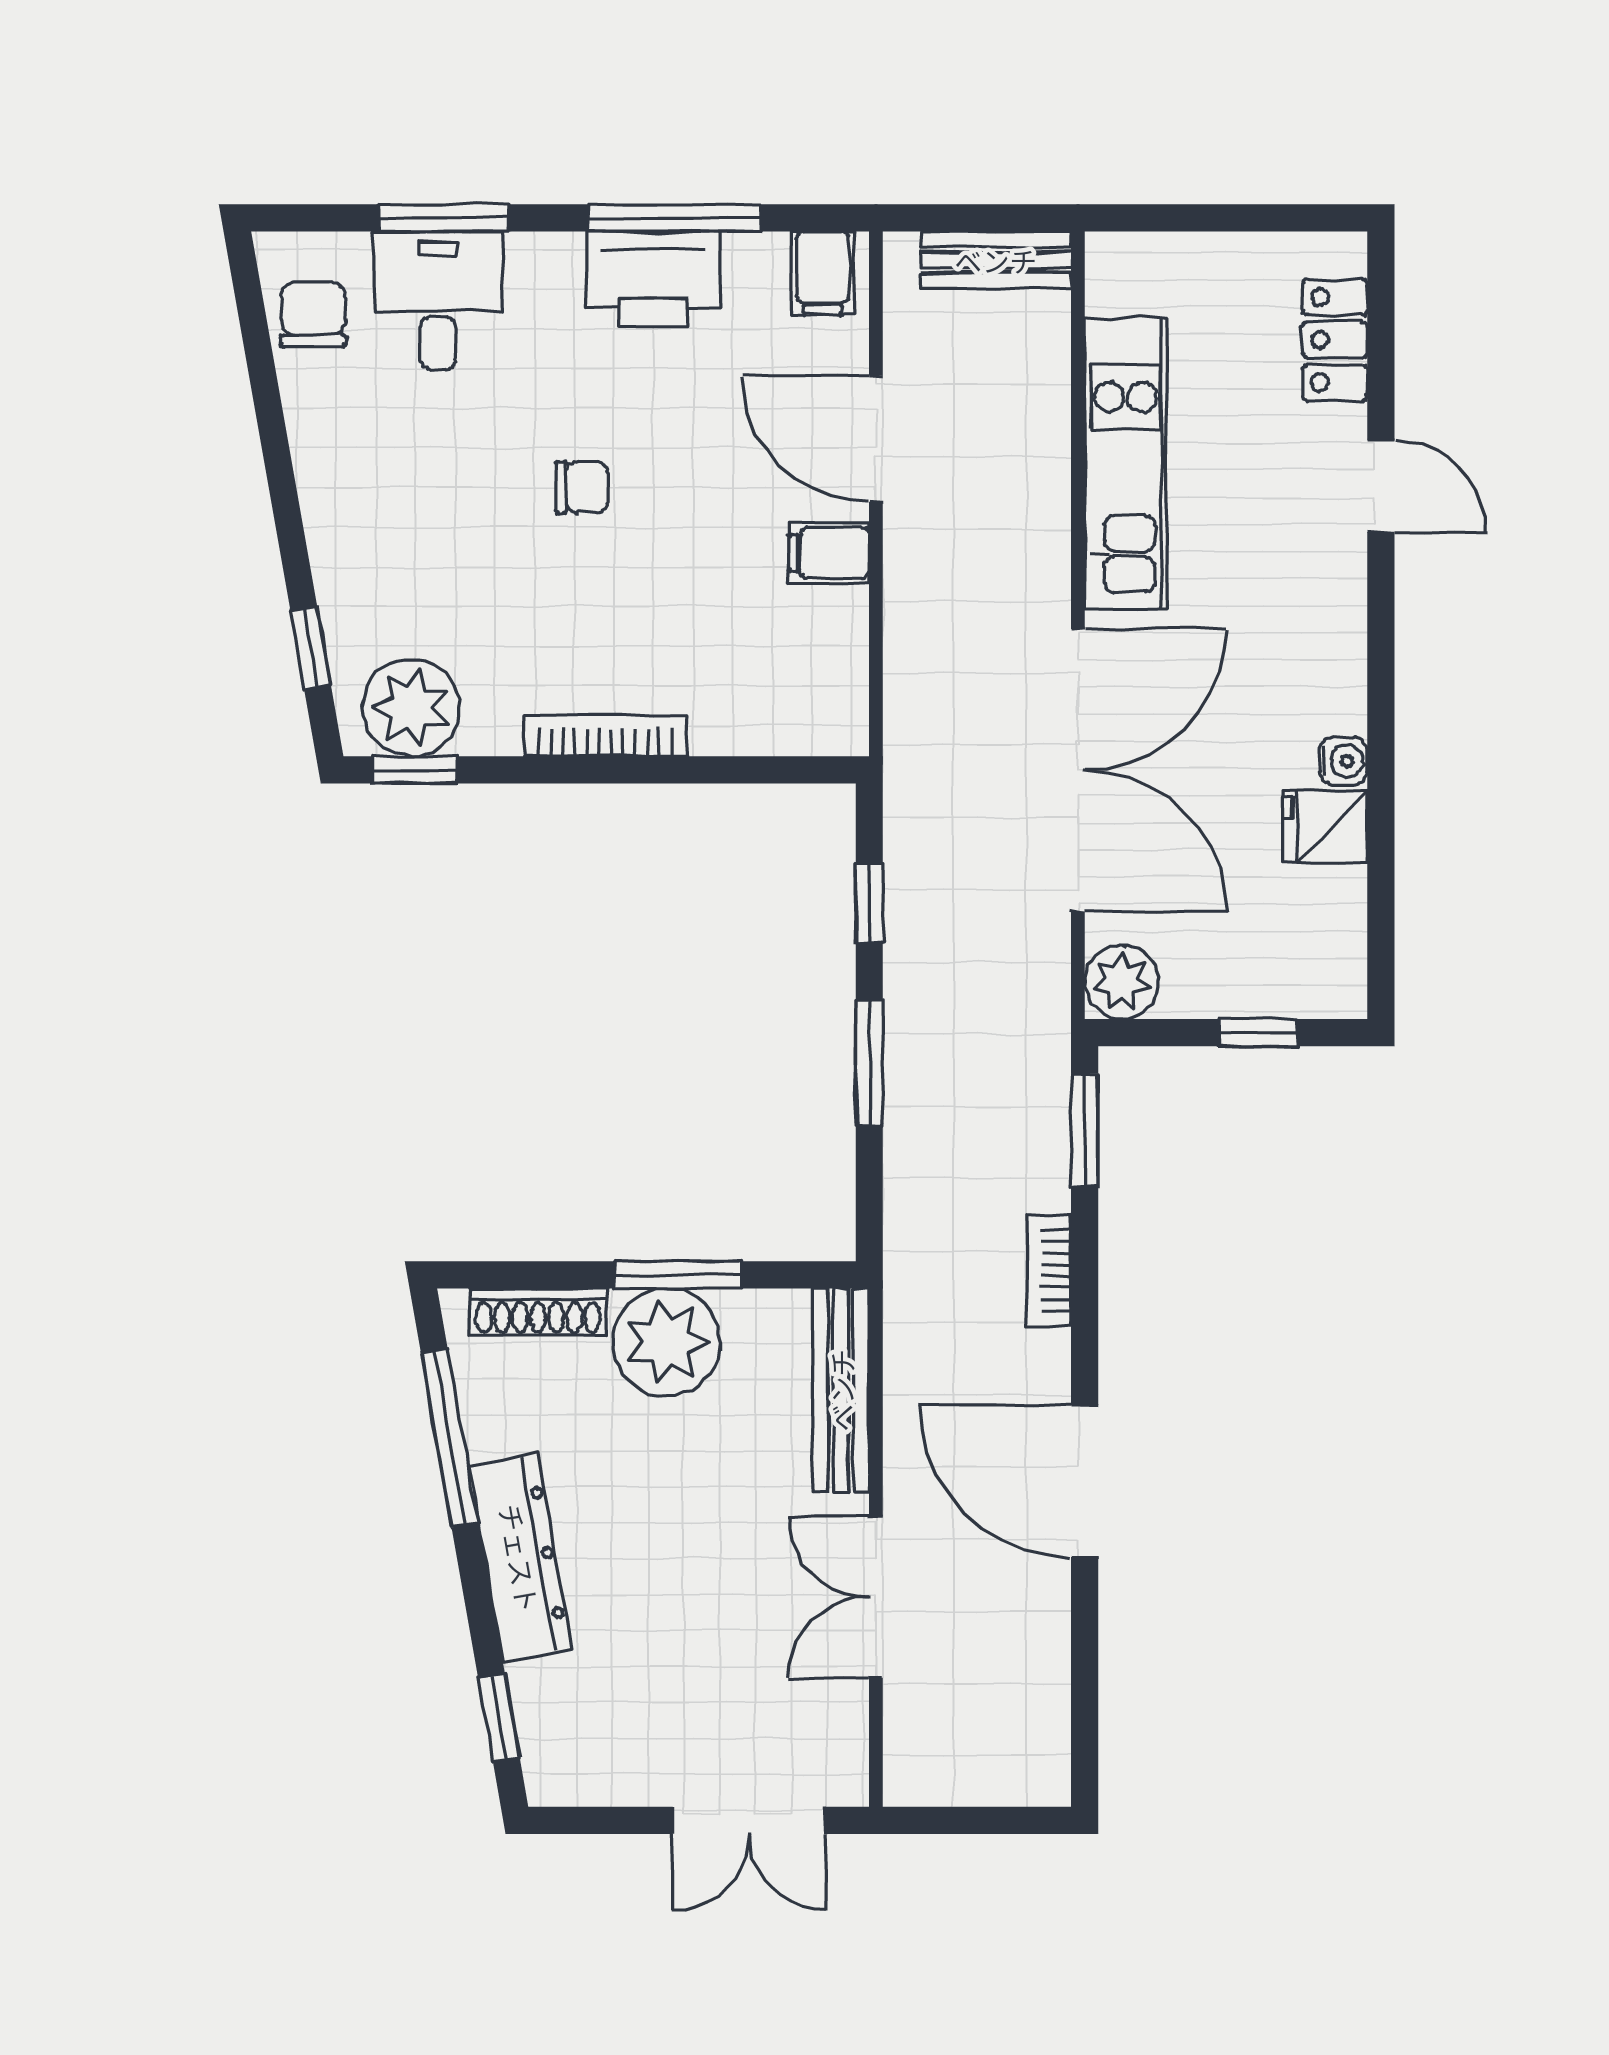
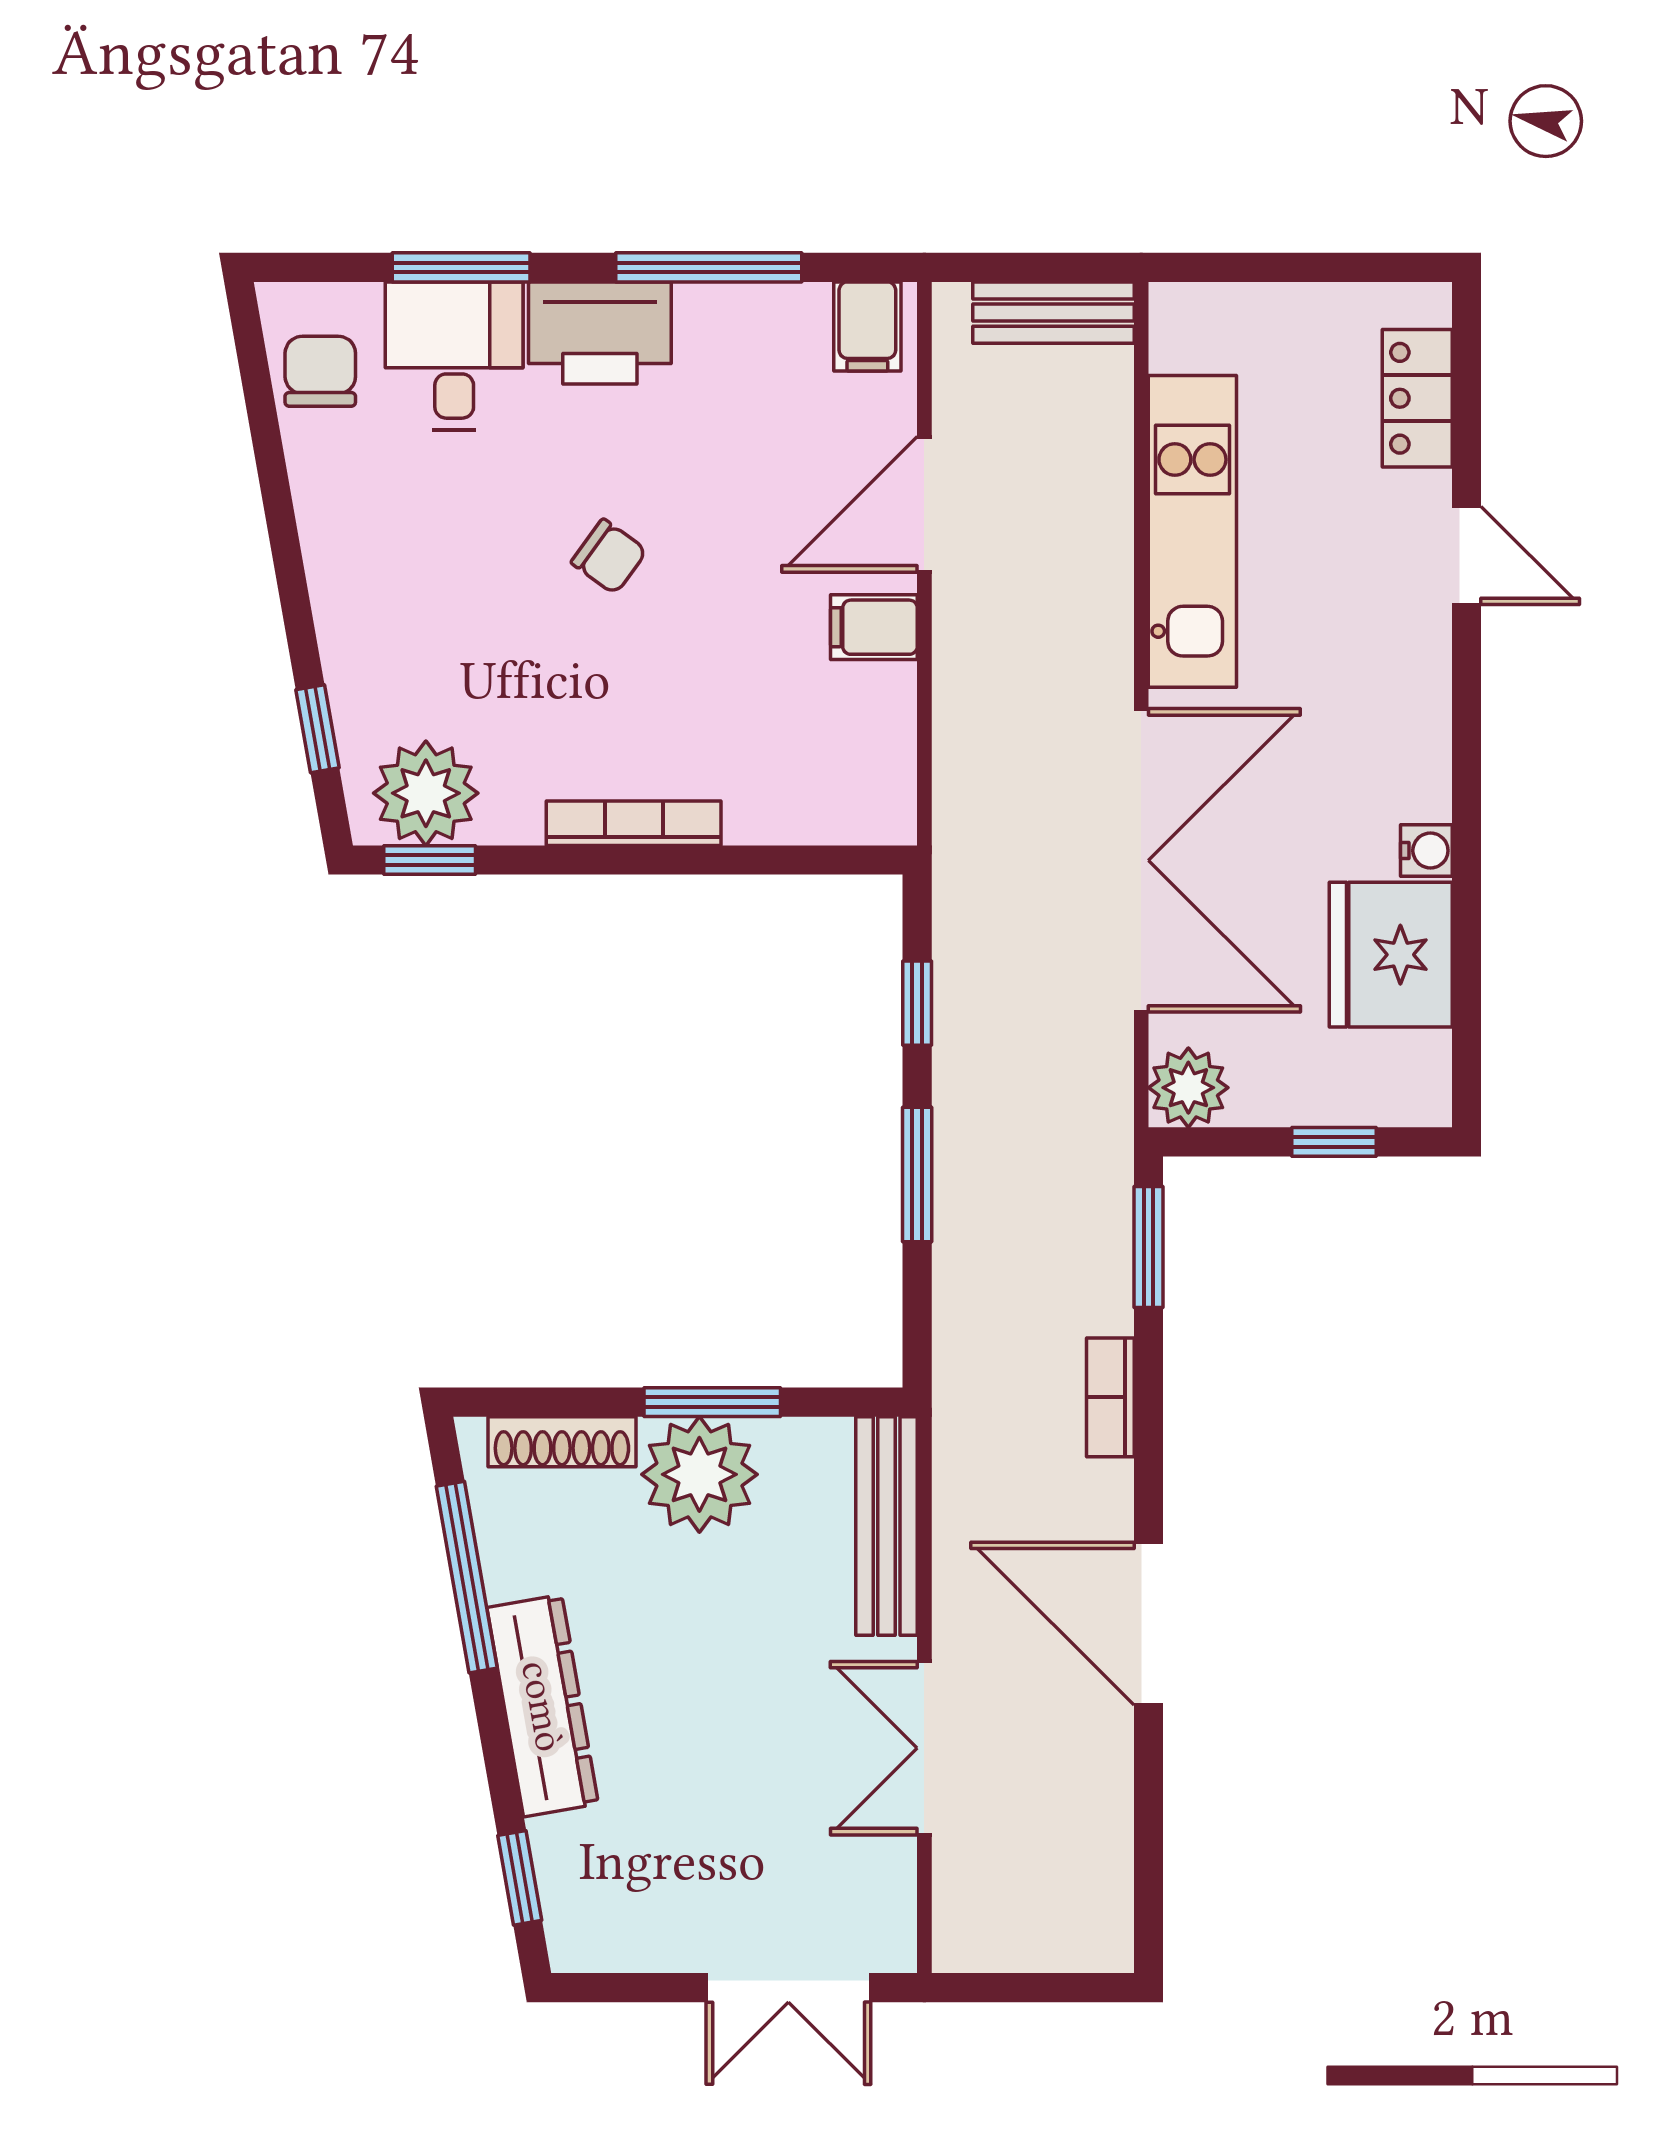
printer: (653, 279) -> (600, 333), moved
door: (876, 439) -> (924, 504), hinge flipped
chair: (582, 487) -> (609, 557), turned 36
fridge: (1325, 826) -> (1391, 955), width x1.88, depth x1.34

